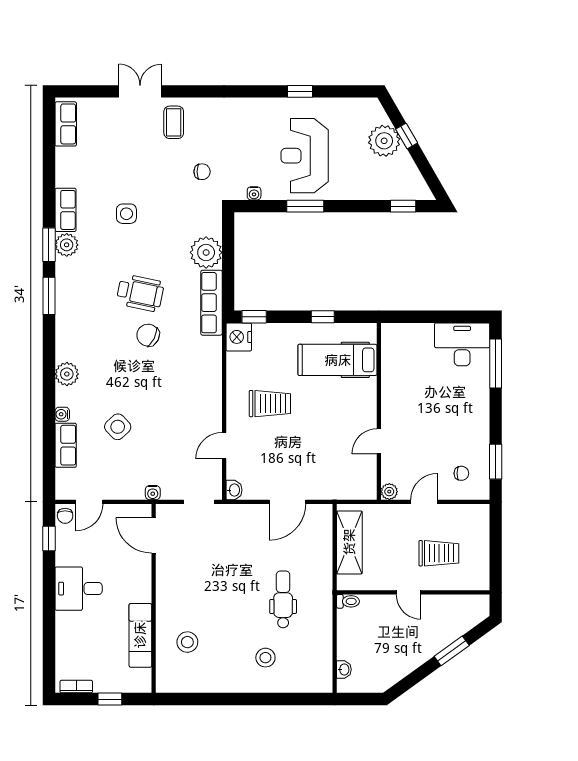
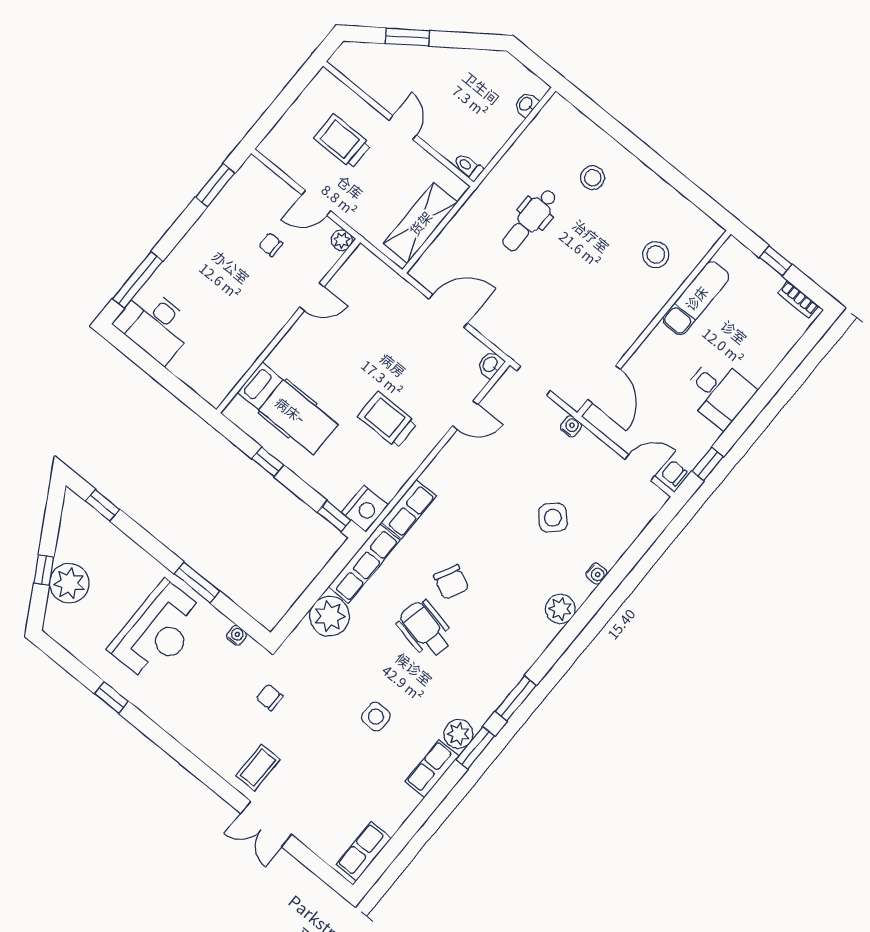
row of seats: (66, 445) -> (409, 509), moved, turned 180
chair: (461, 473) -> (271, 245), moved
chair: (65, 516) -> (674, 473), turned -90

